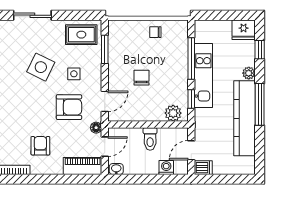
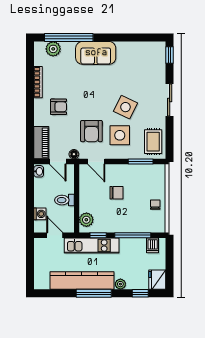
side table: (74, 74) -> (120, 135), width x1.87, depth x1.87
kitchen unit: (203, 75) -> (92, 245), moved
dishwasher: (203, 168) -> (153, 245), moved

